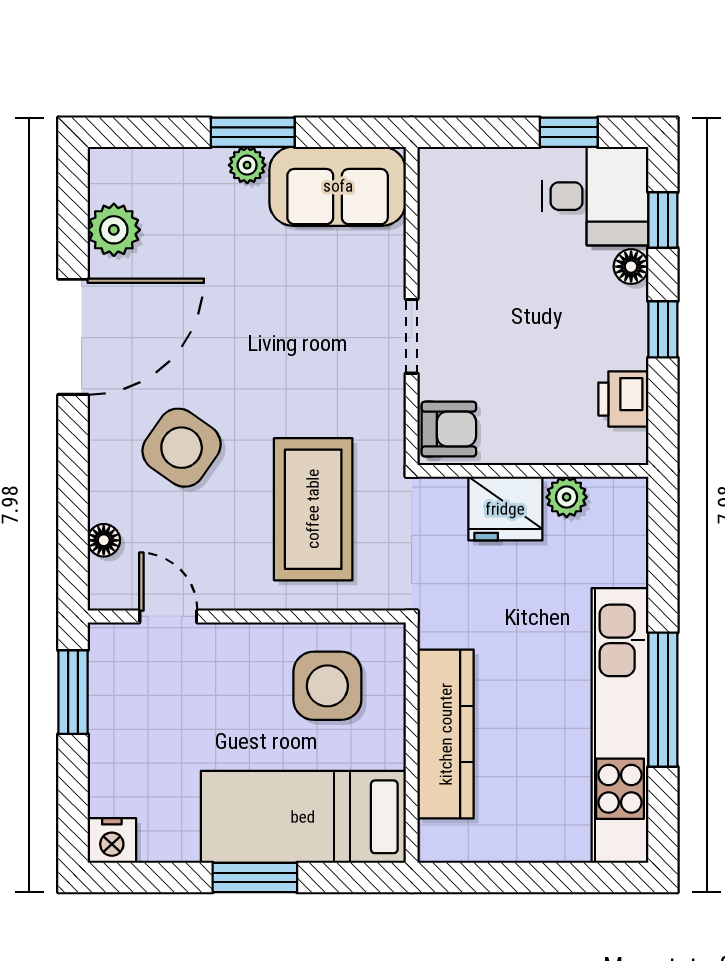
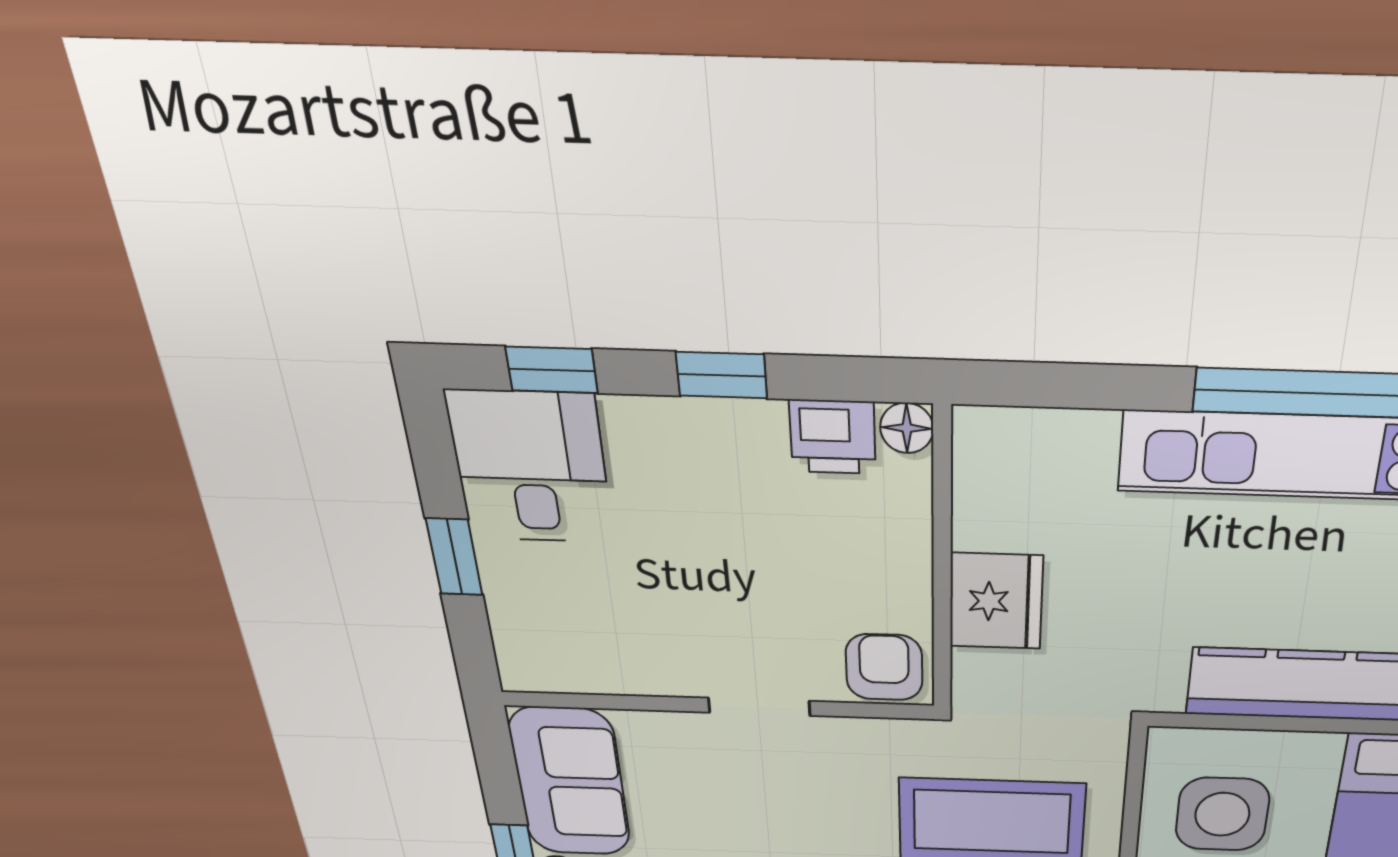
window: (569, 132) -> (454, 557), moved
floor lamp: (631, 267) -> (907, 428), moved
plant: (567, 497) -> (981, 521), removed

